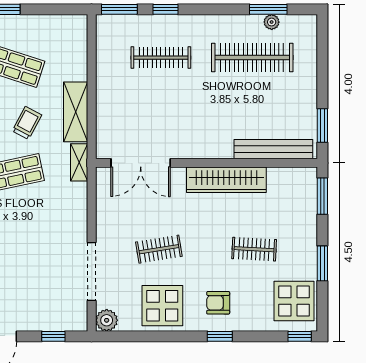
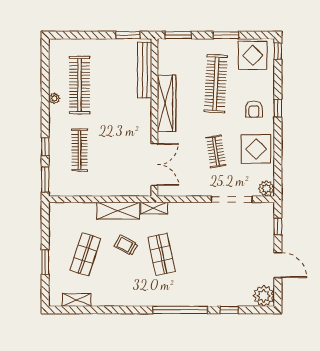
window: (268, 9) -> (45, 74), removed
plant: (272, 22) -> (54, 98), moved
clothes rail: (254, 249) -> (216, 84), width x1.86, depth x1.31

